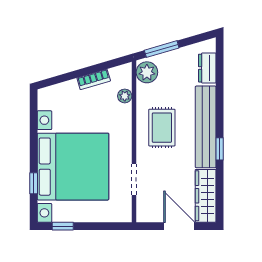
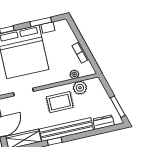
window: (162, 49) -> (118, 107), moved
plant: (147, 72) -> (80, 88), moved
window: (34, 129) -> (41, 22), added

